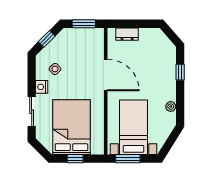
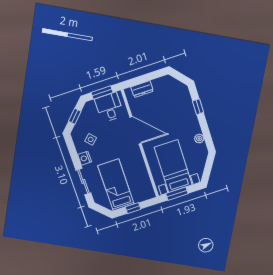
desk: (86, 42) -> (109, 107), added
bed: (71, 127) -> (116, 185), width x0.67

